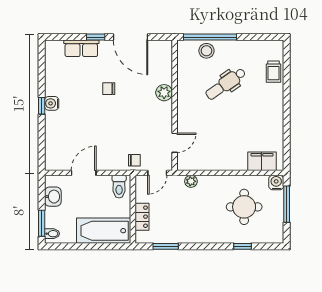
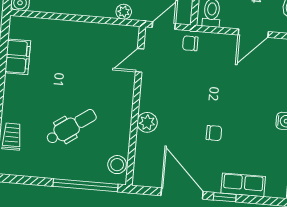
stool: (206, 51) -> (117, 165), moved
filing cabinet: (262, 161) -> (18, 57), moved, turned -90

